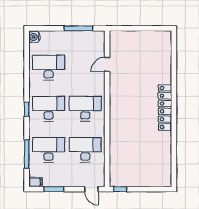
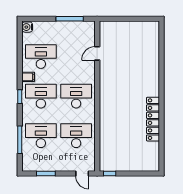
locker: (165, 107) -> (153, 119), moved
filing cabinet: (35, 182) -> (28, 77), moved

